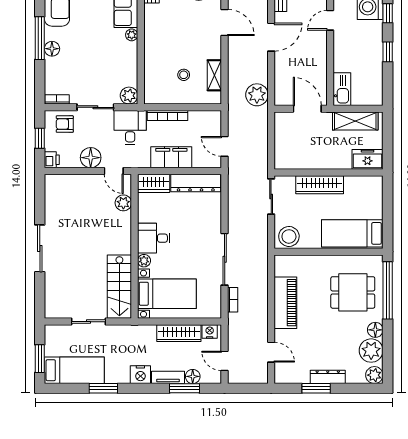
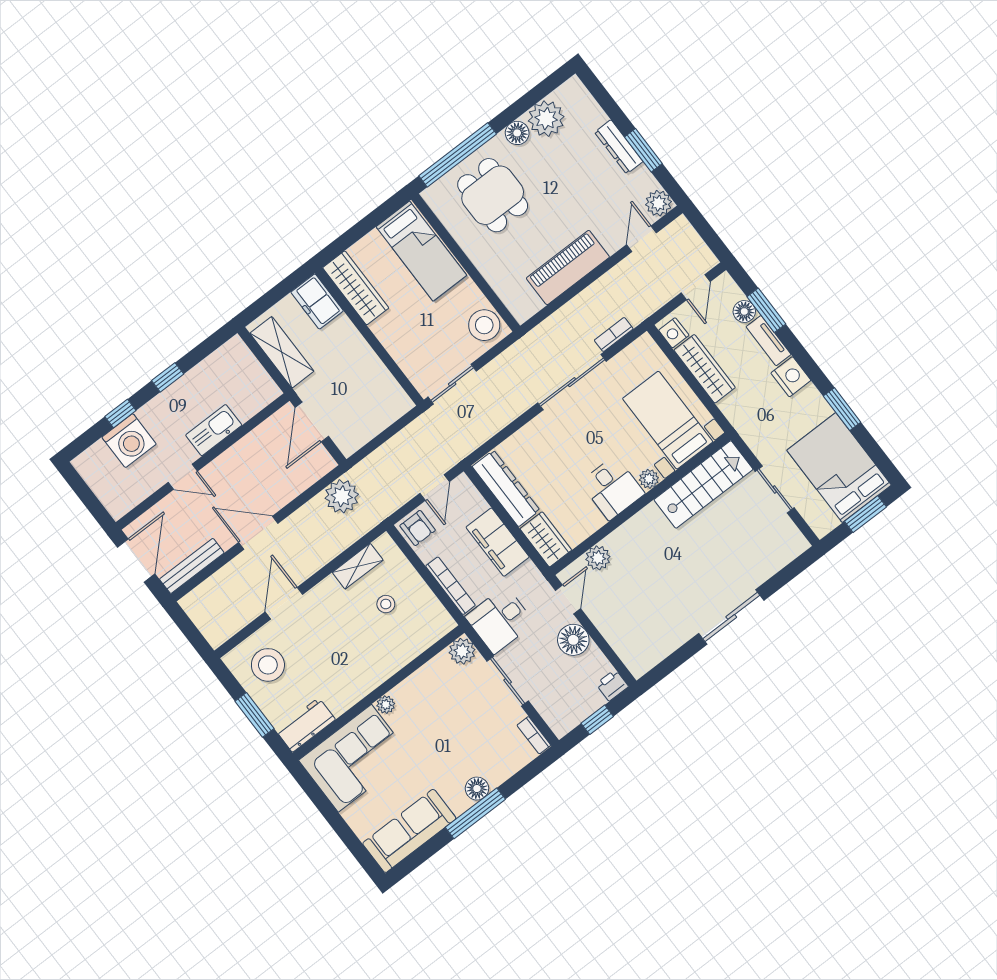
kitchen sink: (342, 89) -> (214, 430), moved
armchair: (65, 124) -> (418, 528), moved
wardrobe: (320, 185) -> (356, 288), moved
bed: (74, 370) -> (839, 468), width x1.50
plant: (374, 375) -> (658, 203), moved

